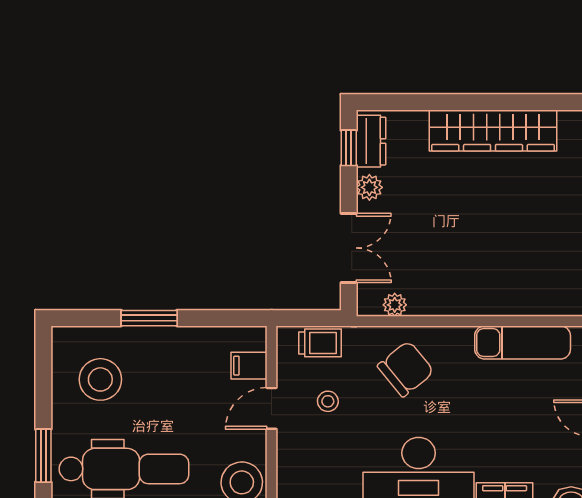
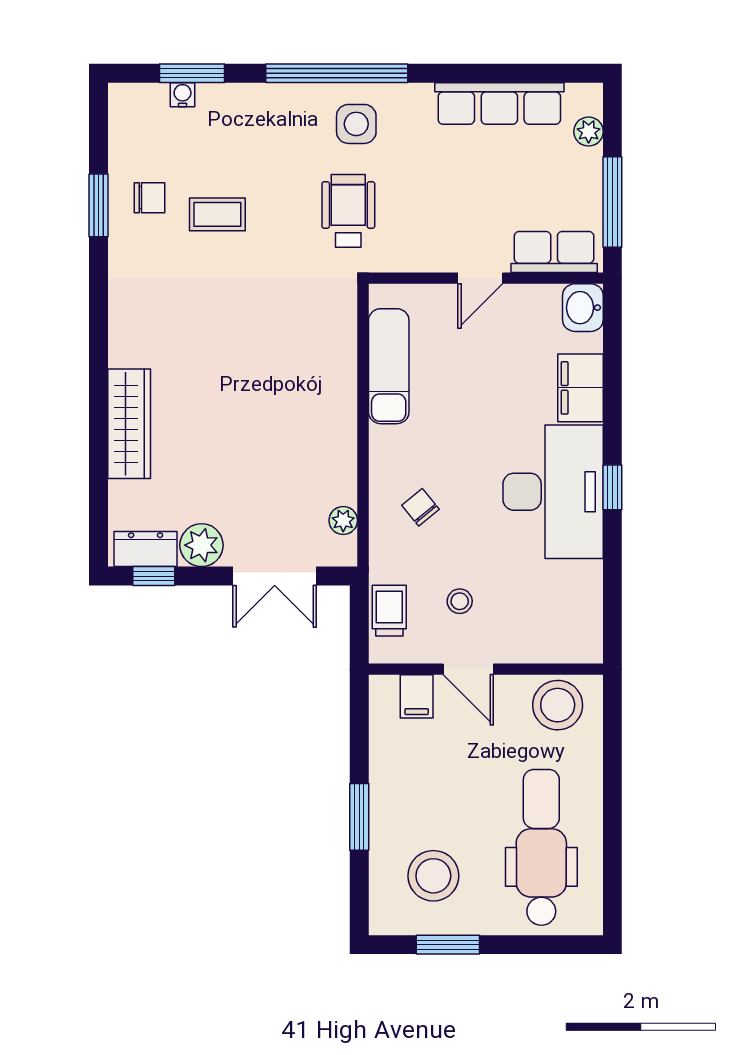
wardrobe: (493, 130) -> (129, 424), width x0.71, depth x0.85
plant: (369, 187) -> (201, 545), width x1.38, depth x1.38
double door: (349, 248) -> (275, 576), swing flipped
chair: (406, 369) -> (420, 507), width x0.54, depth x0.54
window: (43, 456) -> (448, 945), moved

